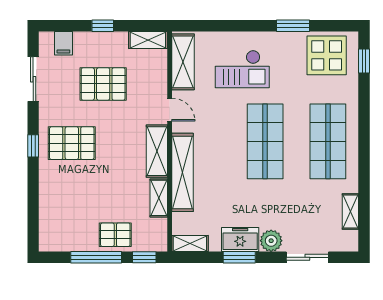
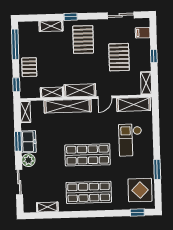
window: (33, 146) -> (71, 17), moved
shelving: (48, 196) -> (51, 26), added
window: (96, 257) -> (15, 44), moved

